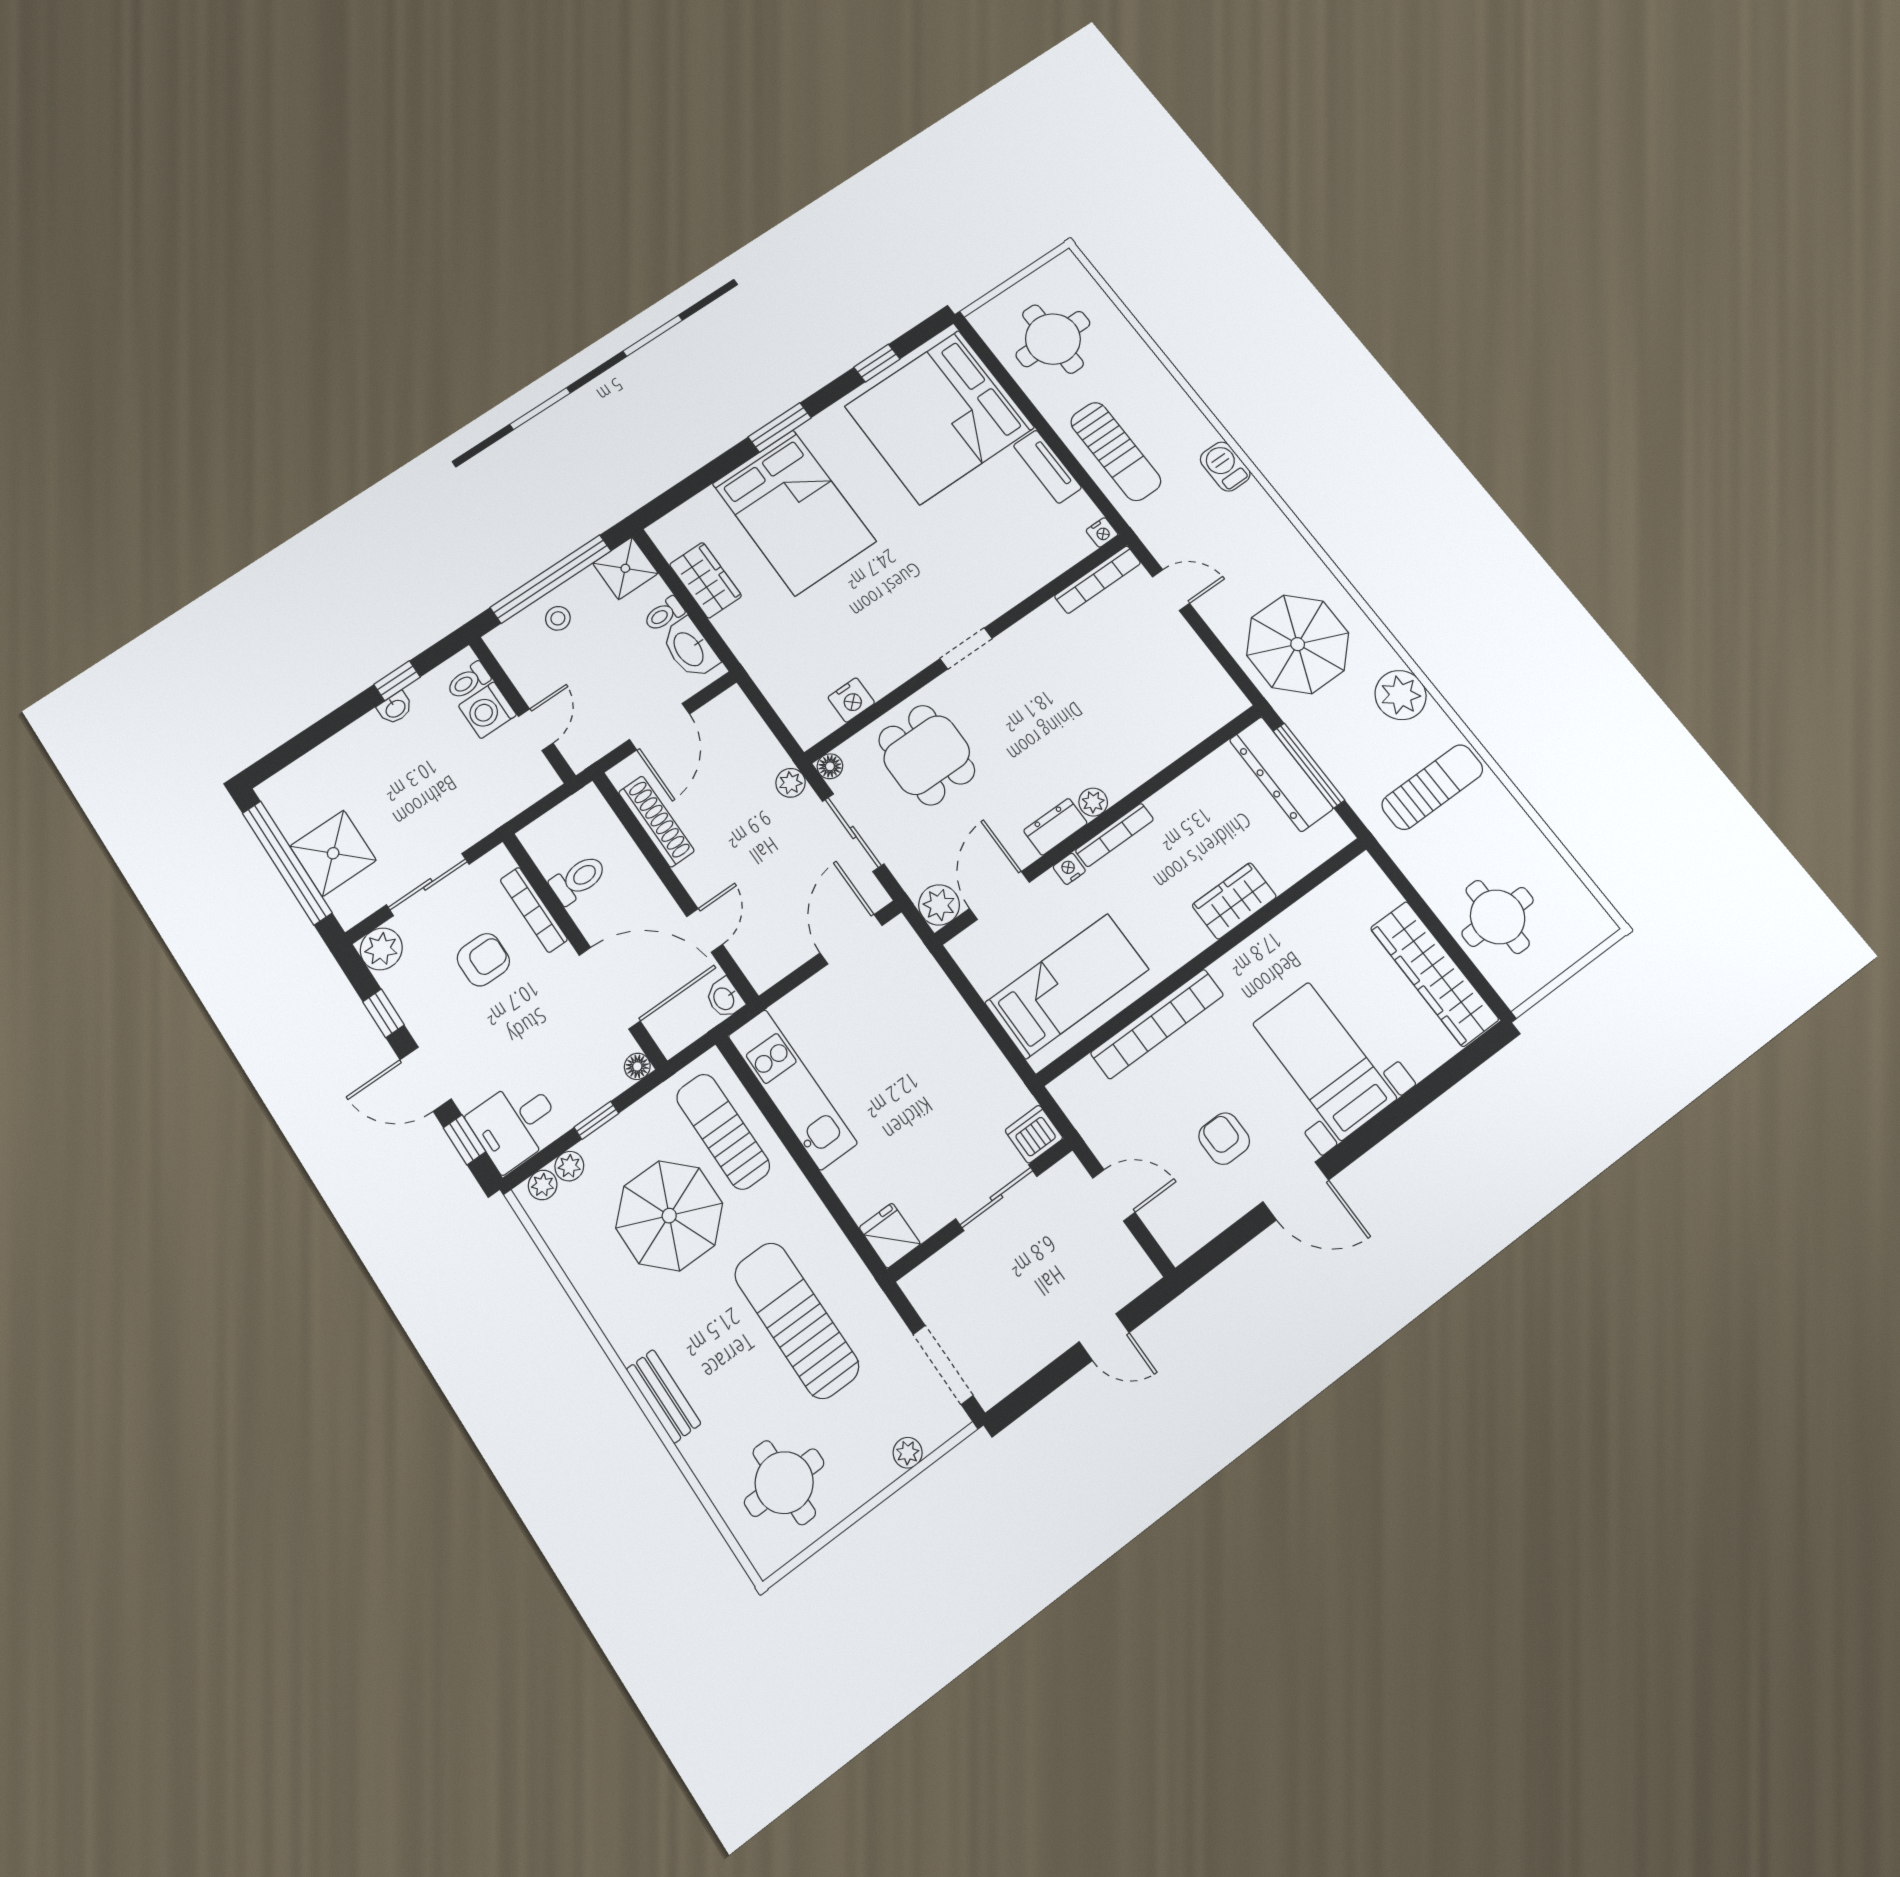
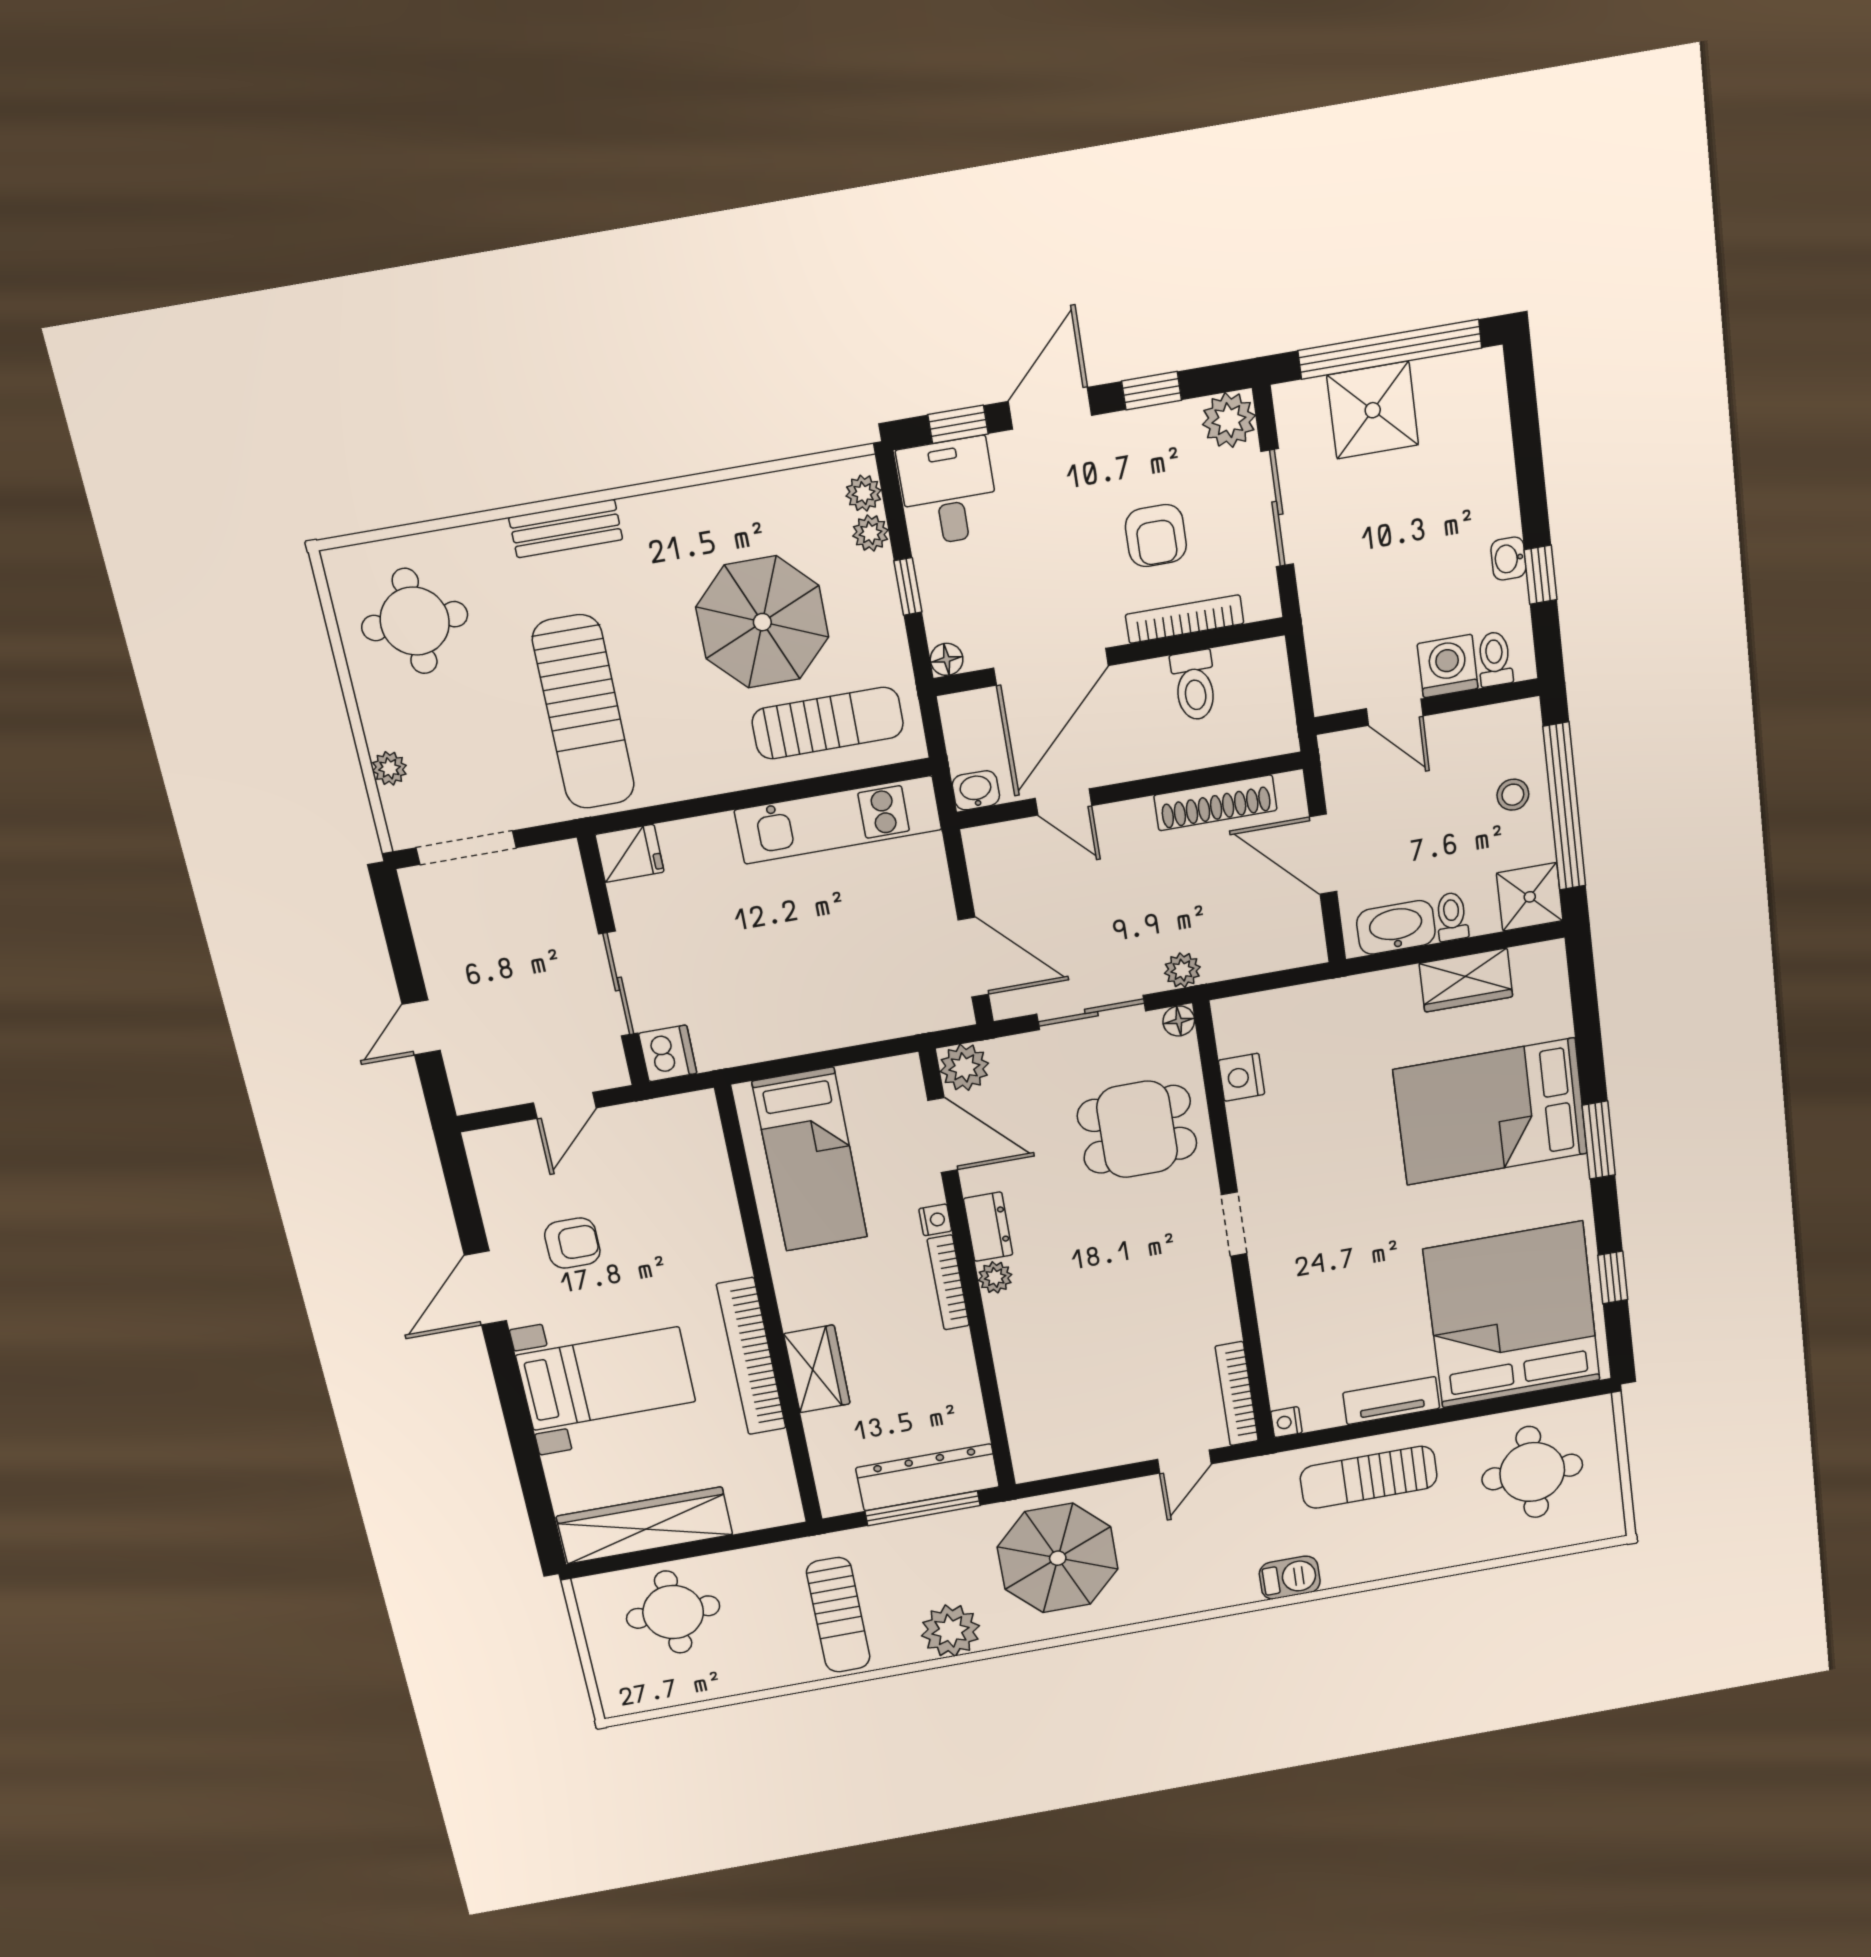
bookcase: (1157, 1024) -> (751, 1356), moved
sun lounger: (797, 1320) -> (583, 712), turned 90

